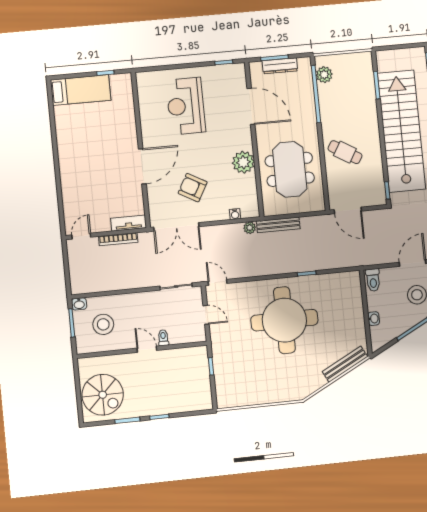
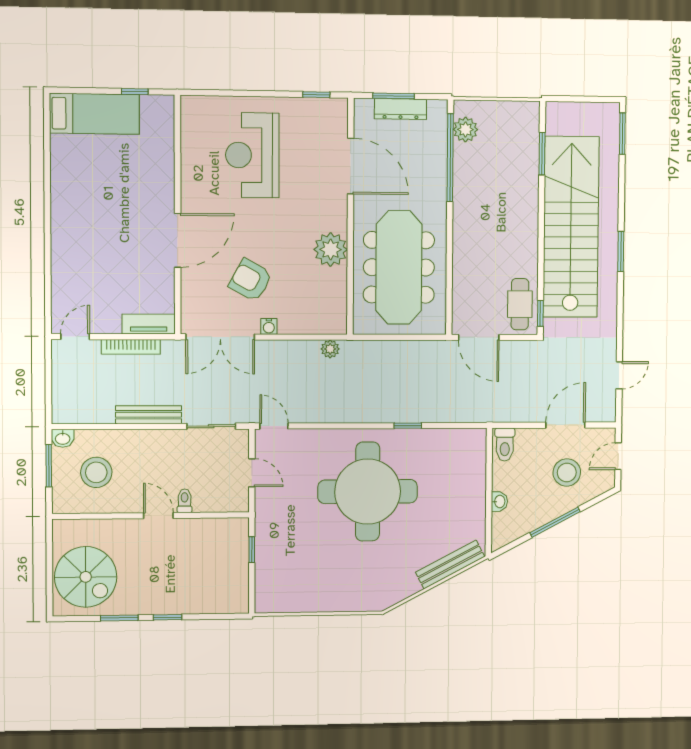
cafe table: (345, 152) -> (520, 304), moved, turned 59
meeting table: (290, 169) -> (399, 267), width x1.36
water cooler: (235, 214) -> (269, 326), moved
bench: (278, 225) -> (149, 415), moved

